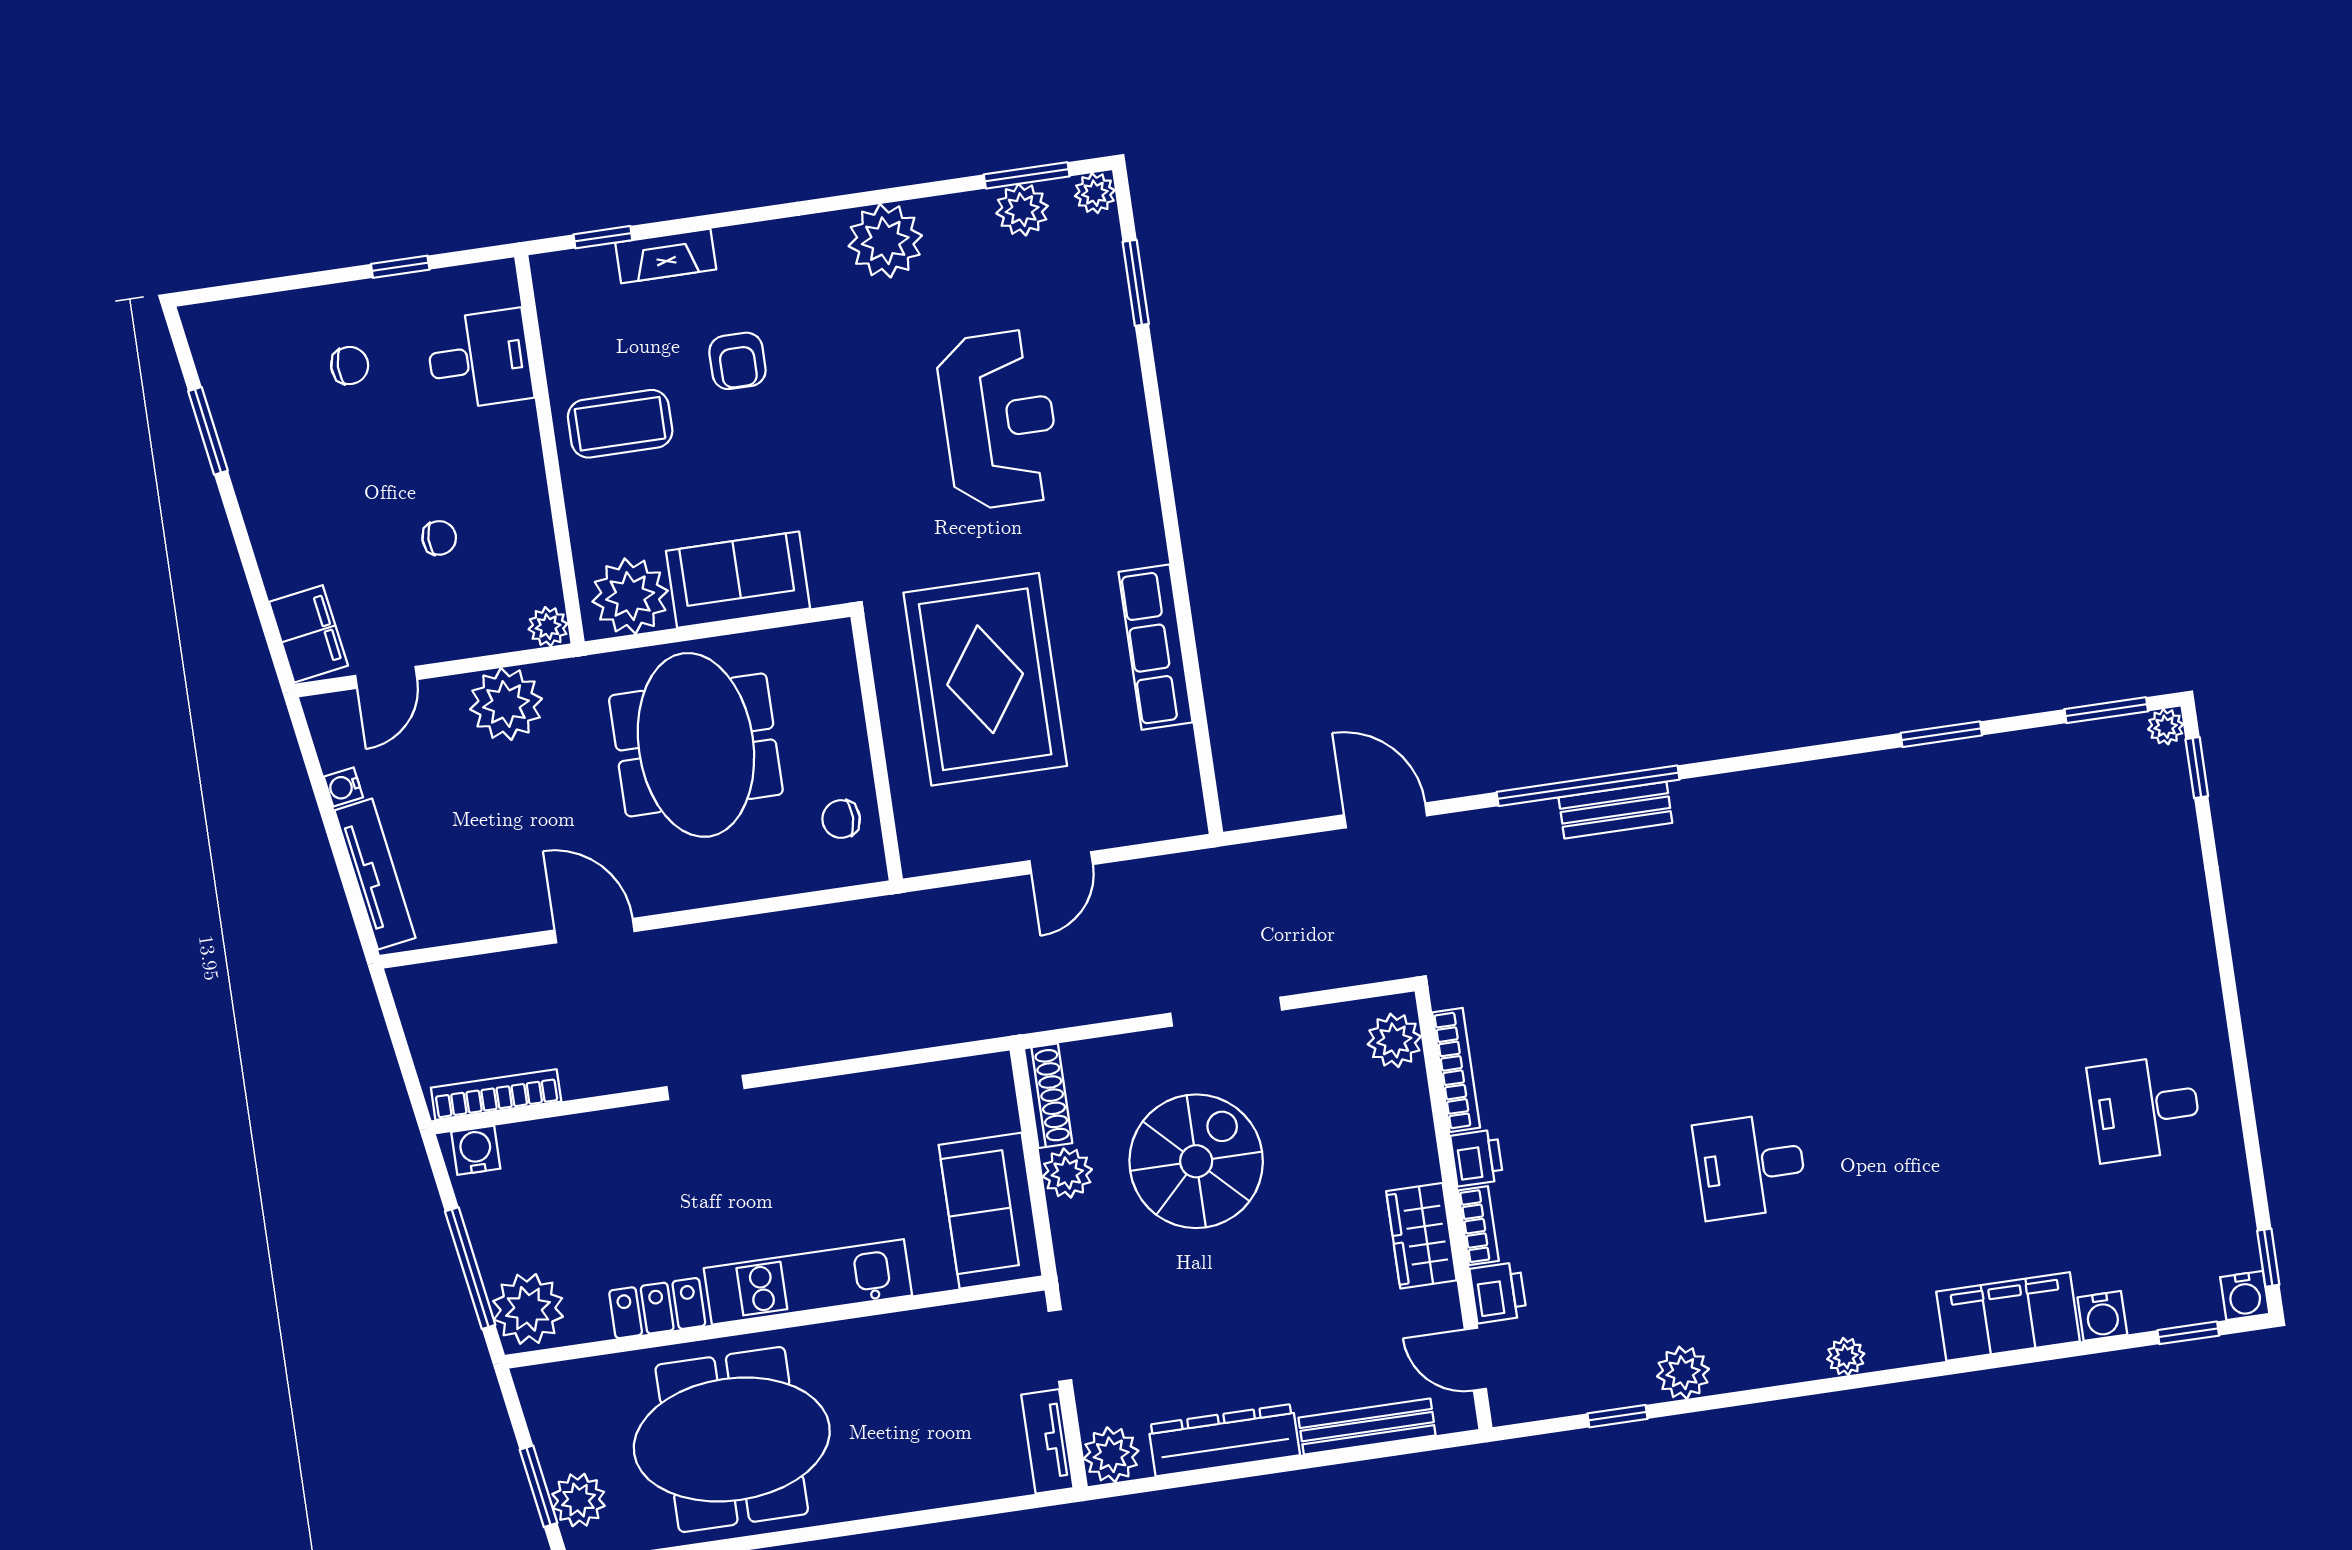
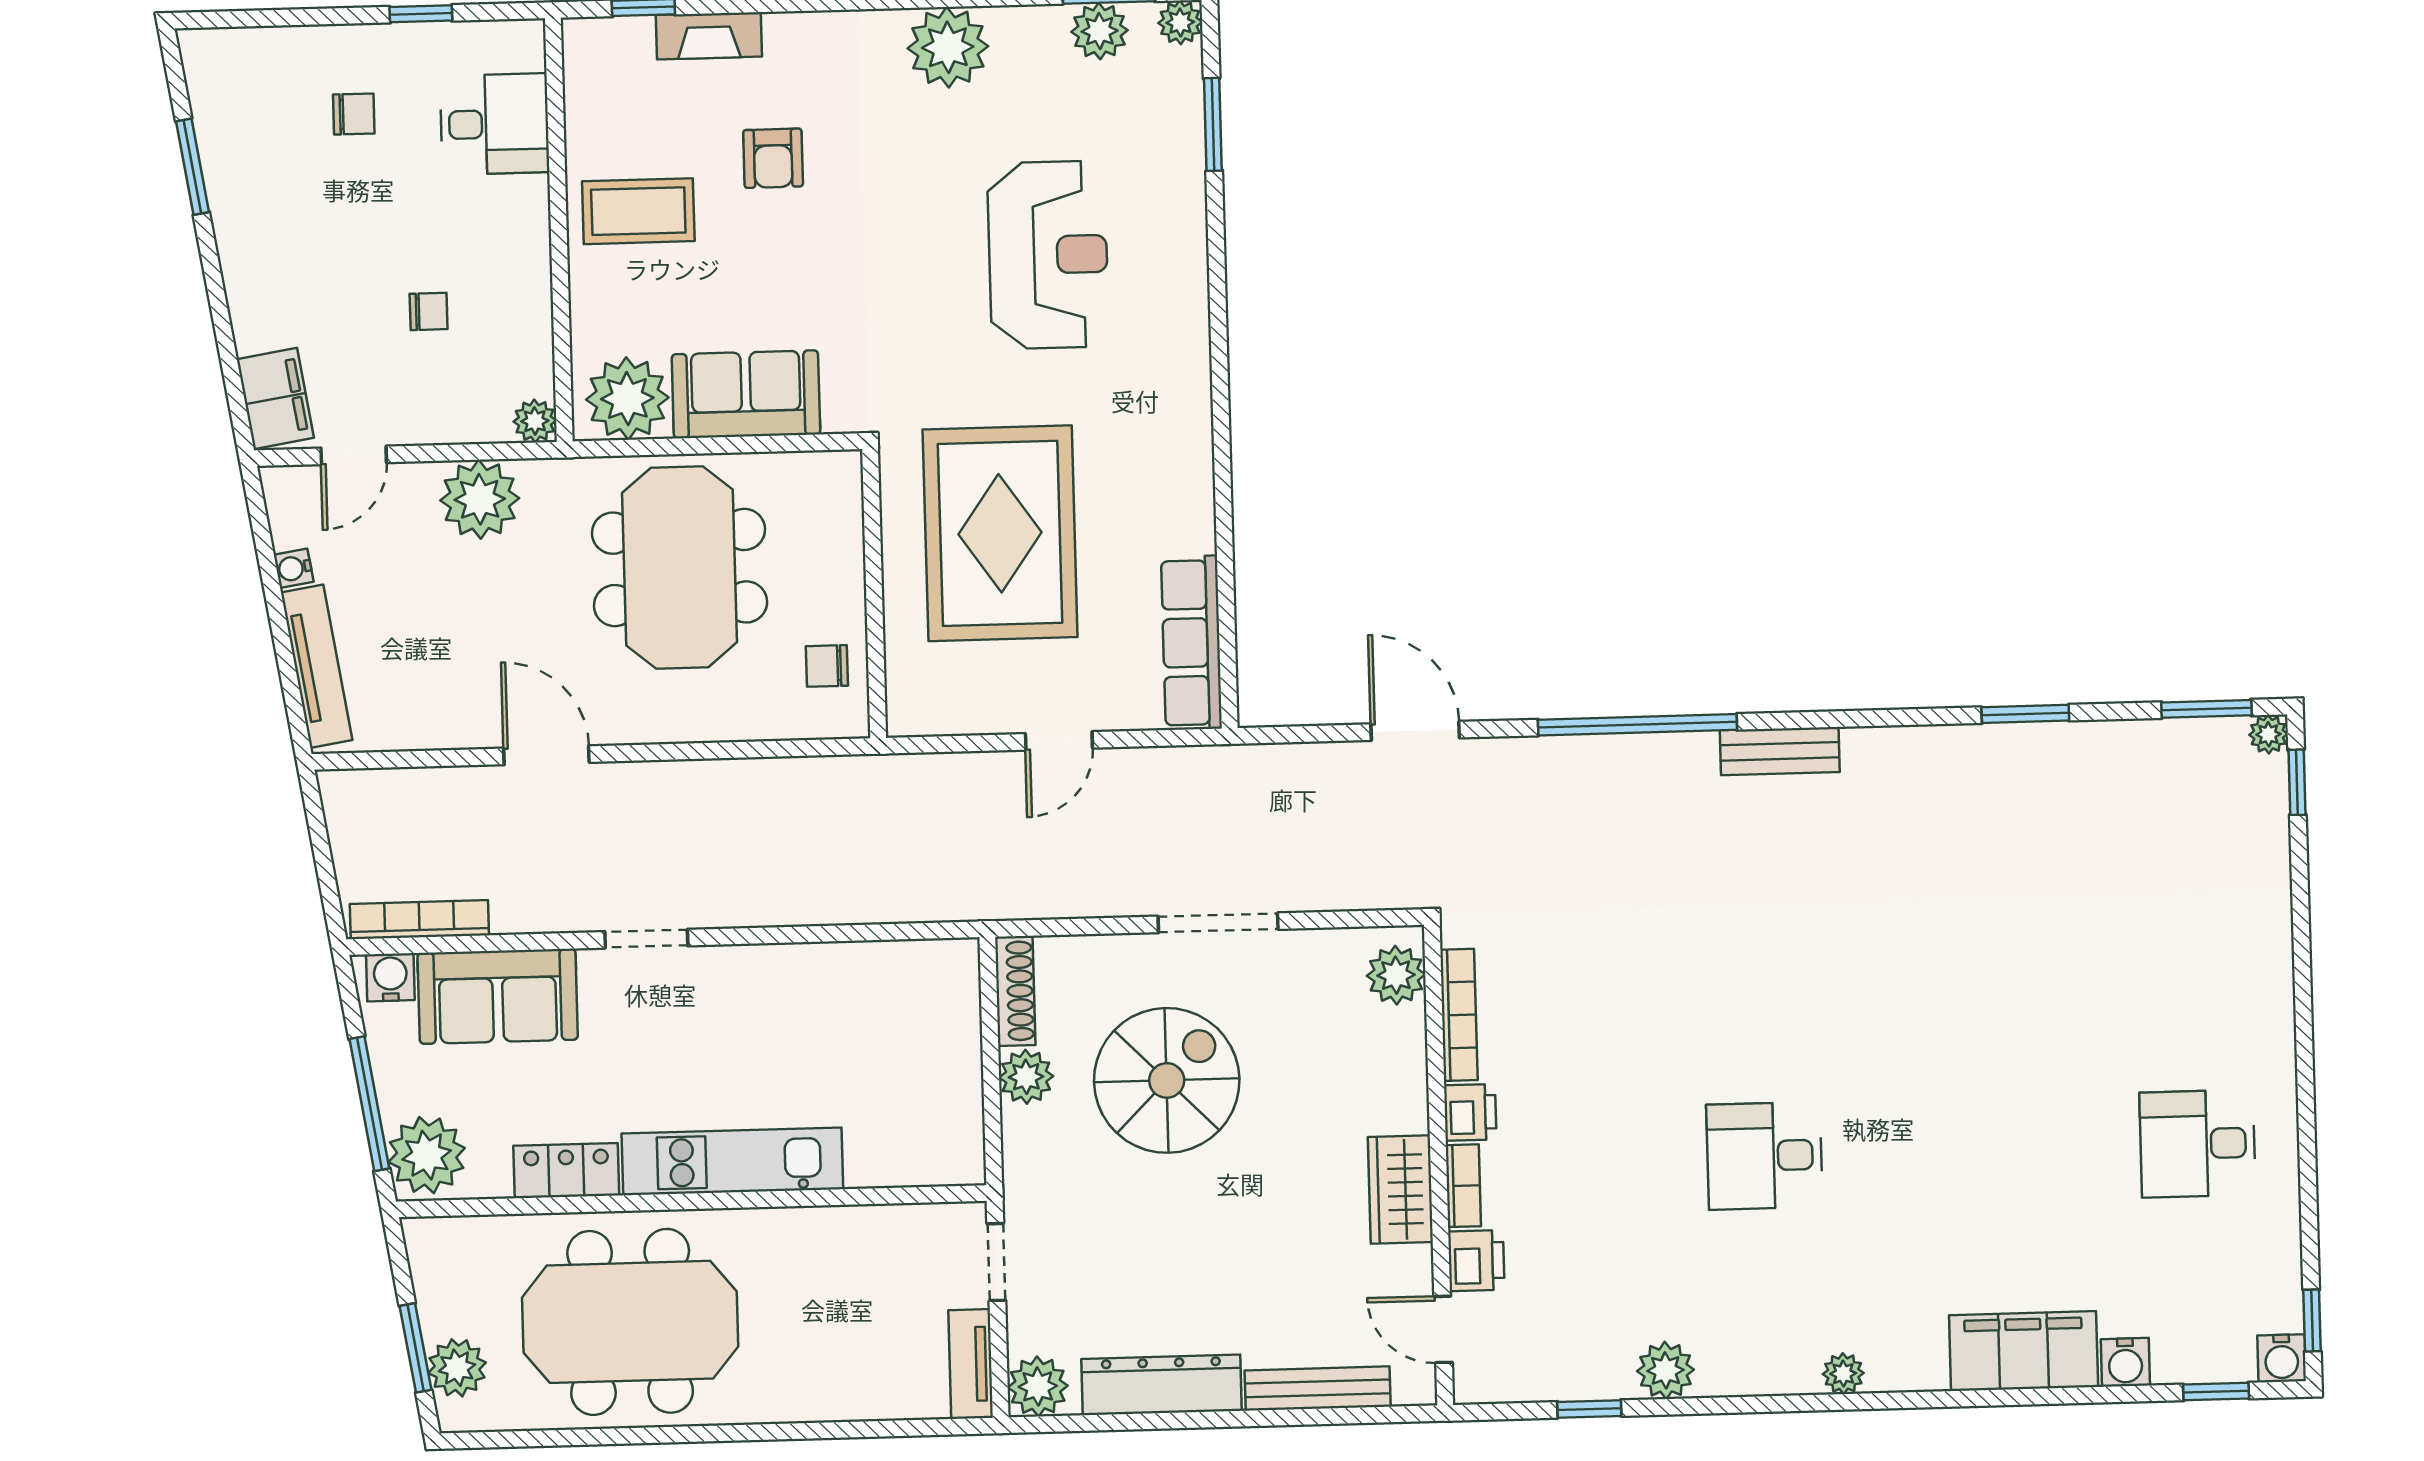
row of seats: (1156, 647) -> (1192, 643), moved
bench: (1615, 810) -> (1780, 751), moved
sofa: (991, 1211) -> (498, 996), moved, turned -90

